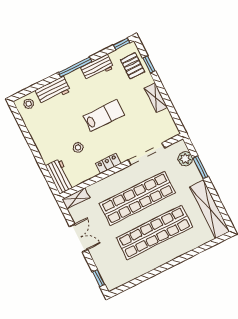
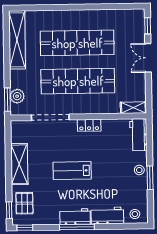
window: (149, 64) -> (9, 210), moved
workbench: (97, 68) -> (75, 217), moved
shelving: (156, 98) -> (19, 164), width x1.50, depth x1.33
window: (31, 143) -> (150, 178), added
stool: (78, 147) -> (139, 170), moved
window: (201, 167) -> (7, 100), moved
double door: (79, 238) -> (148, 58), moved

